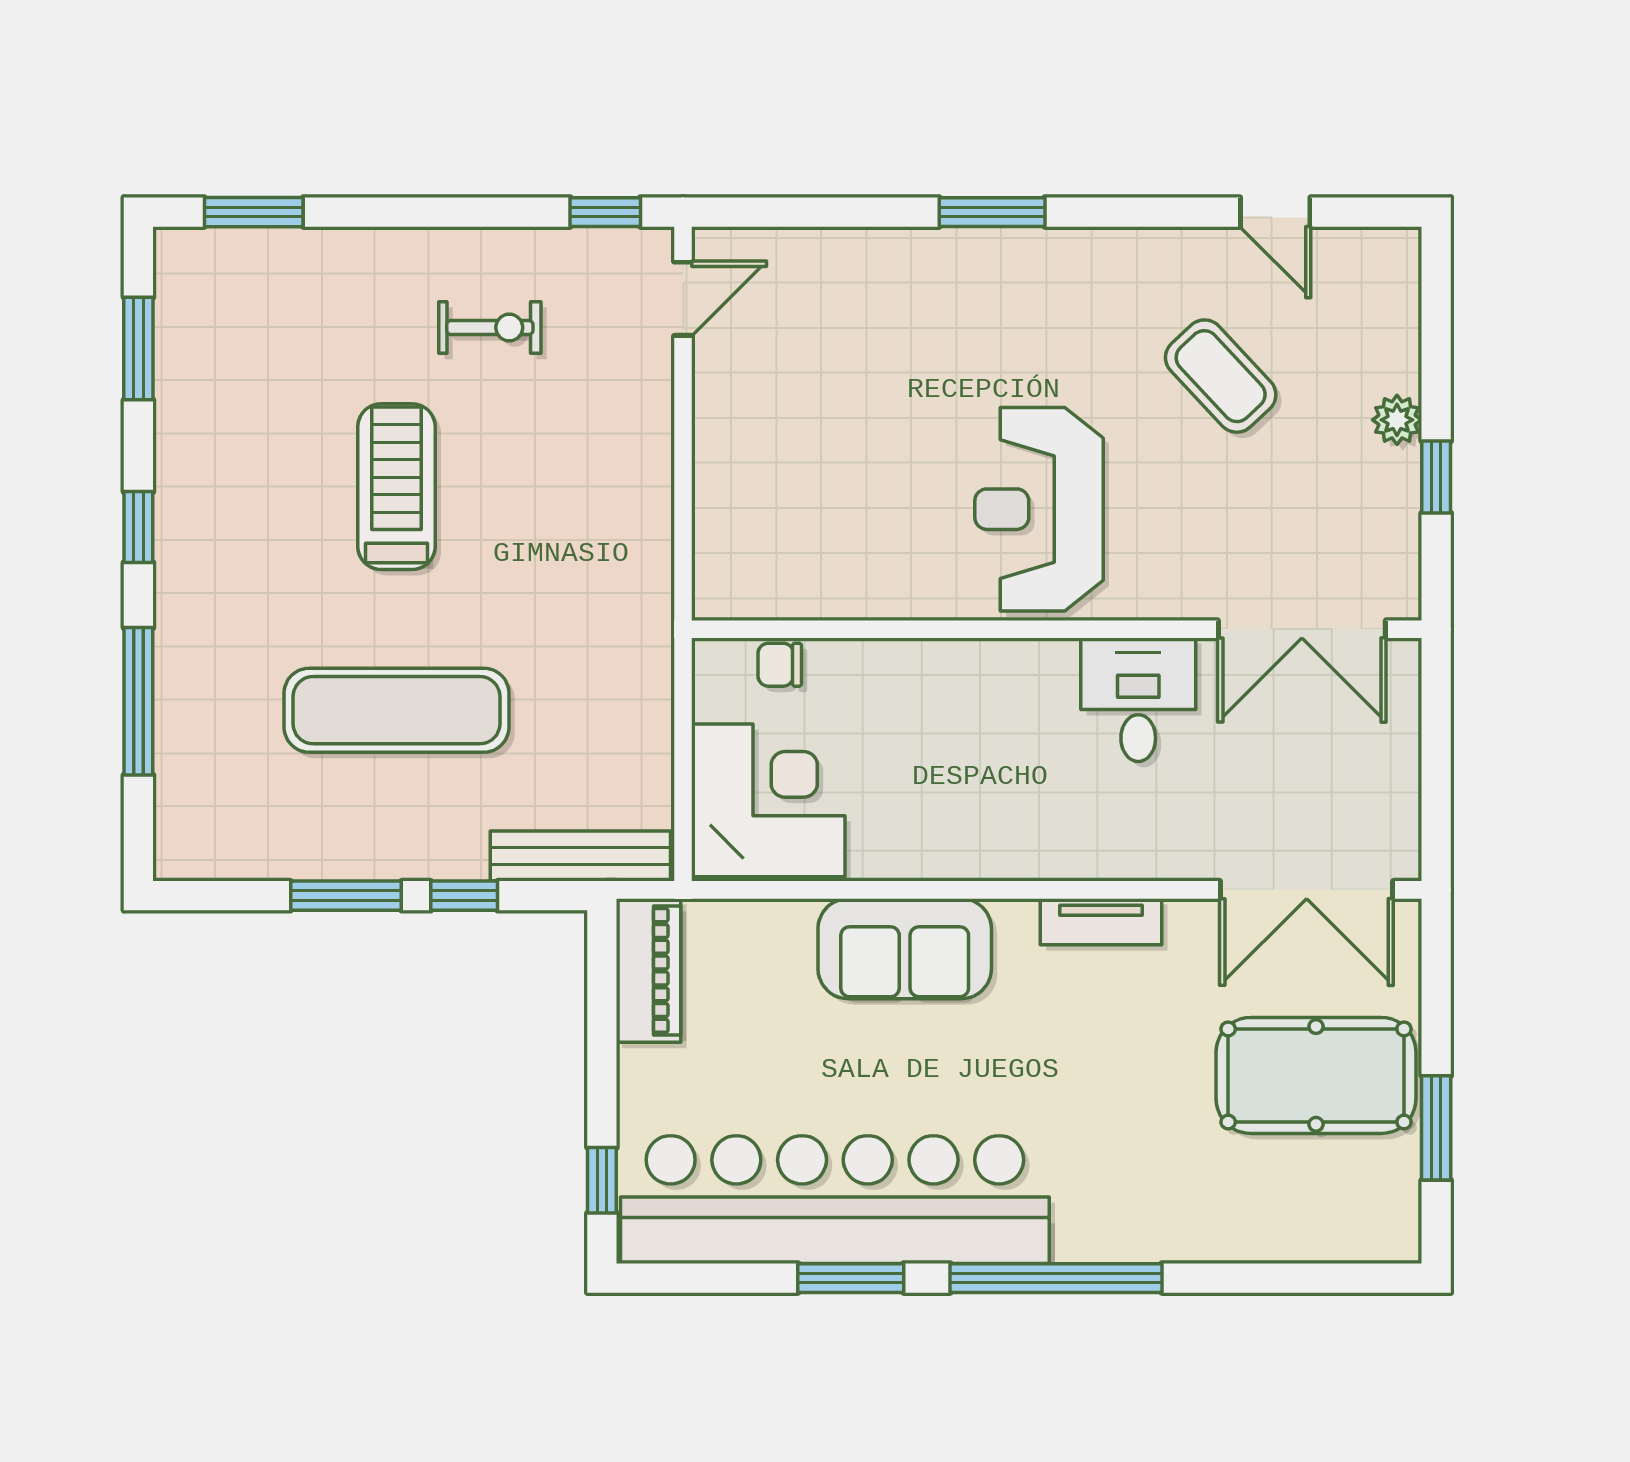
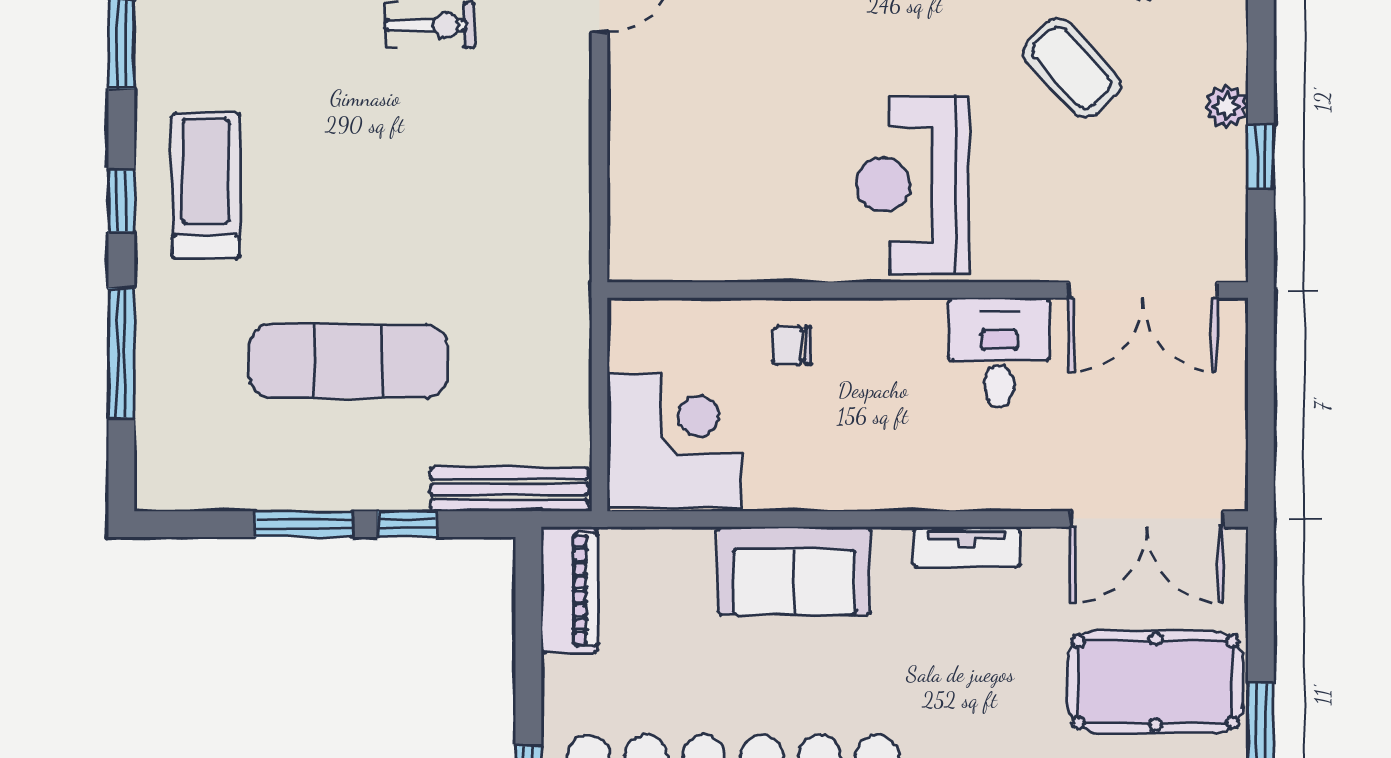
treadmill: (396, 487) -> (206, 186), moved
chair: (780, 665) -> (792, 345), moved

